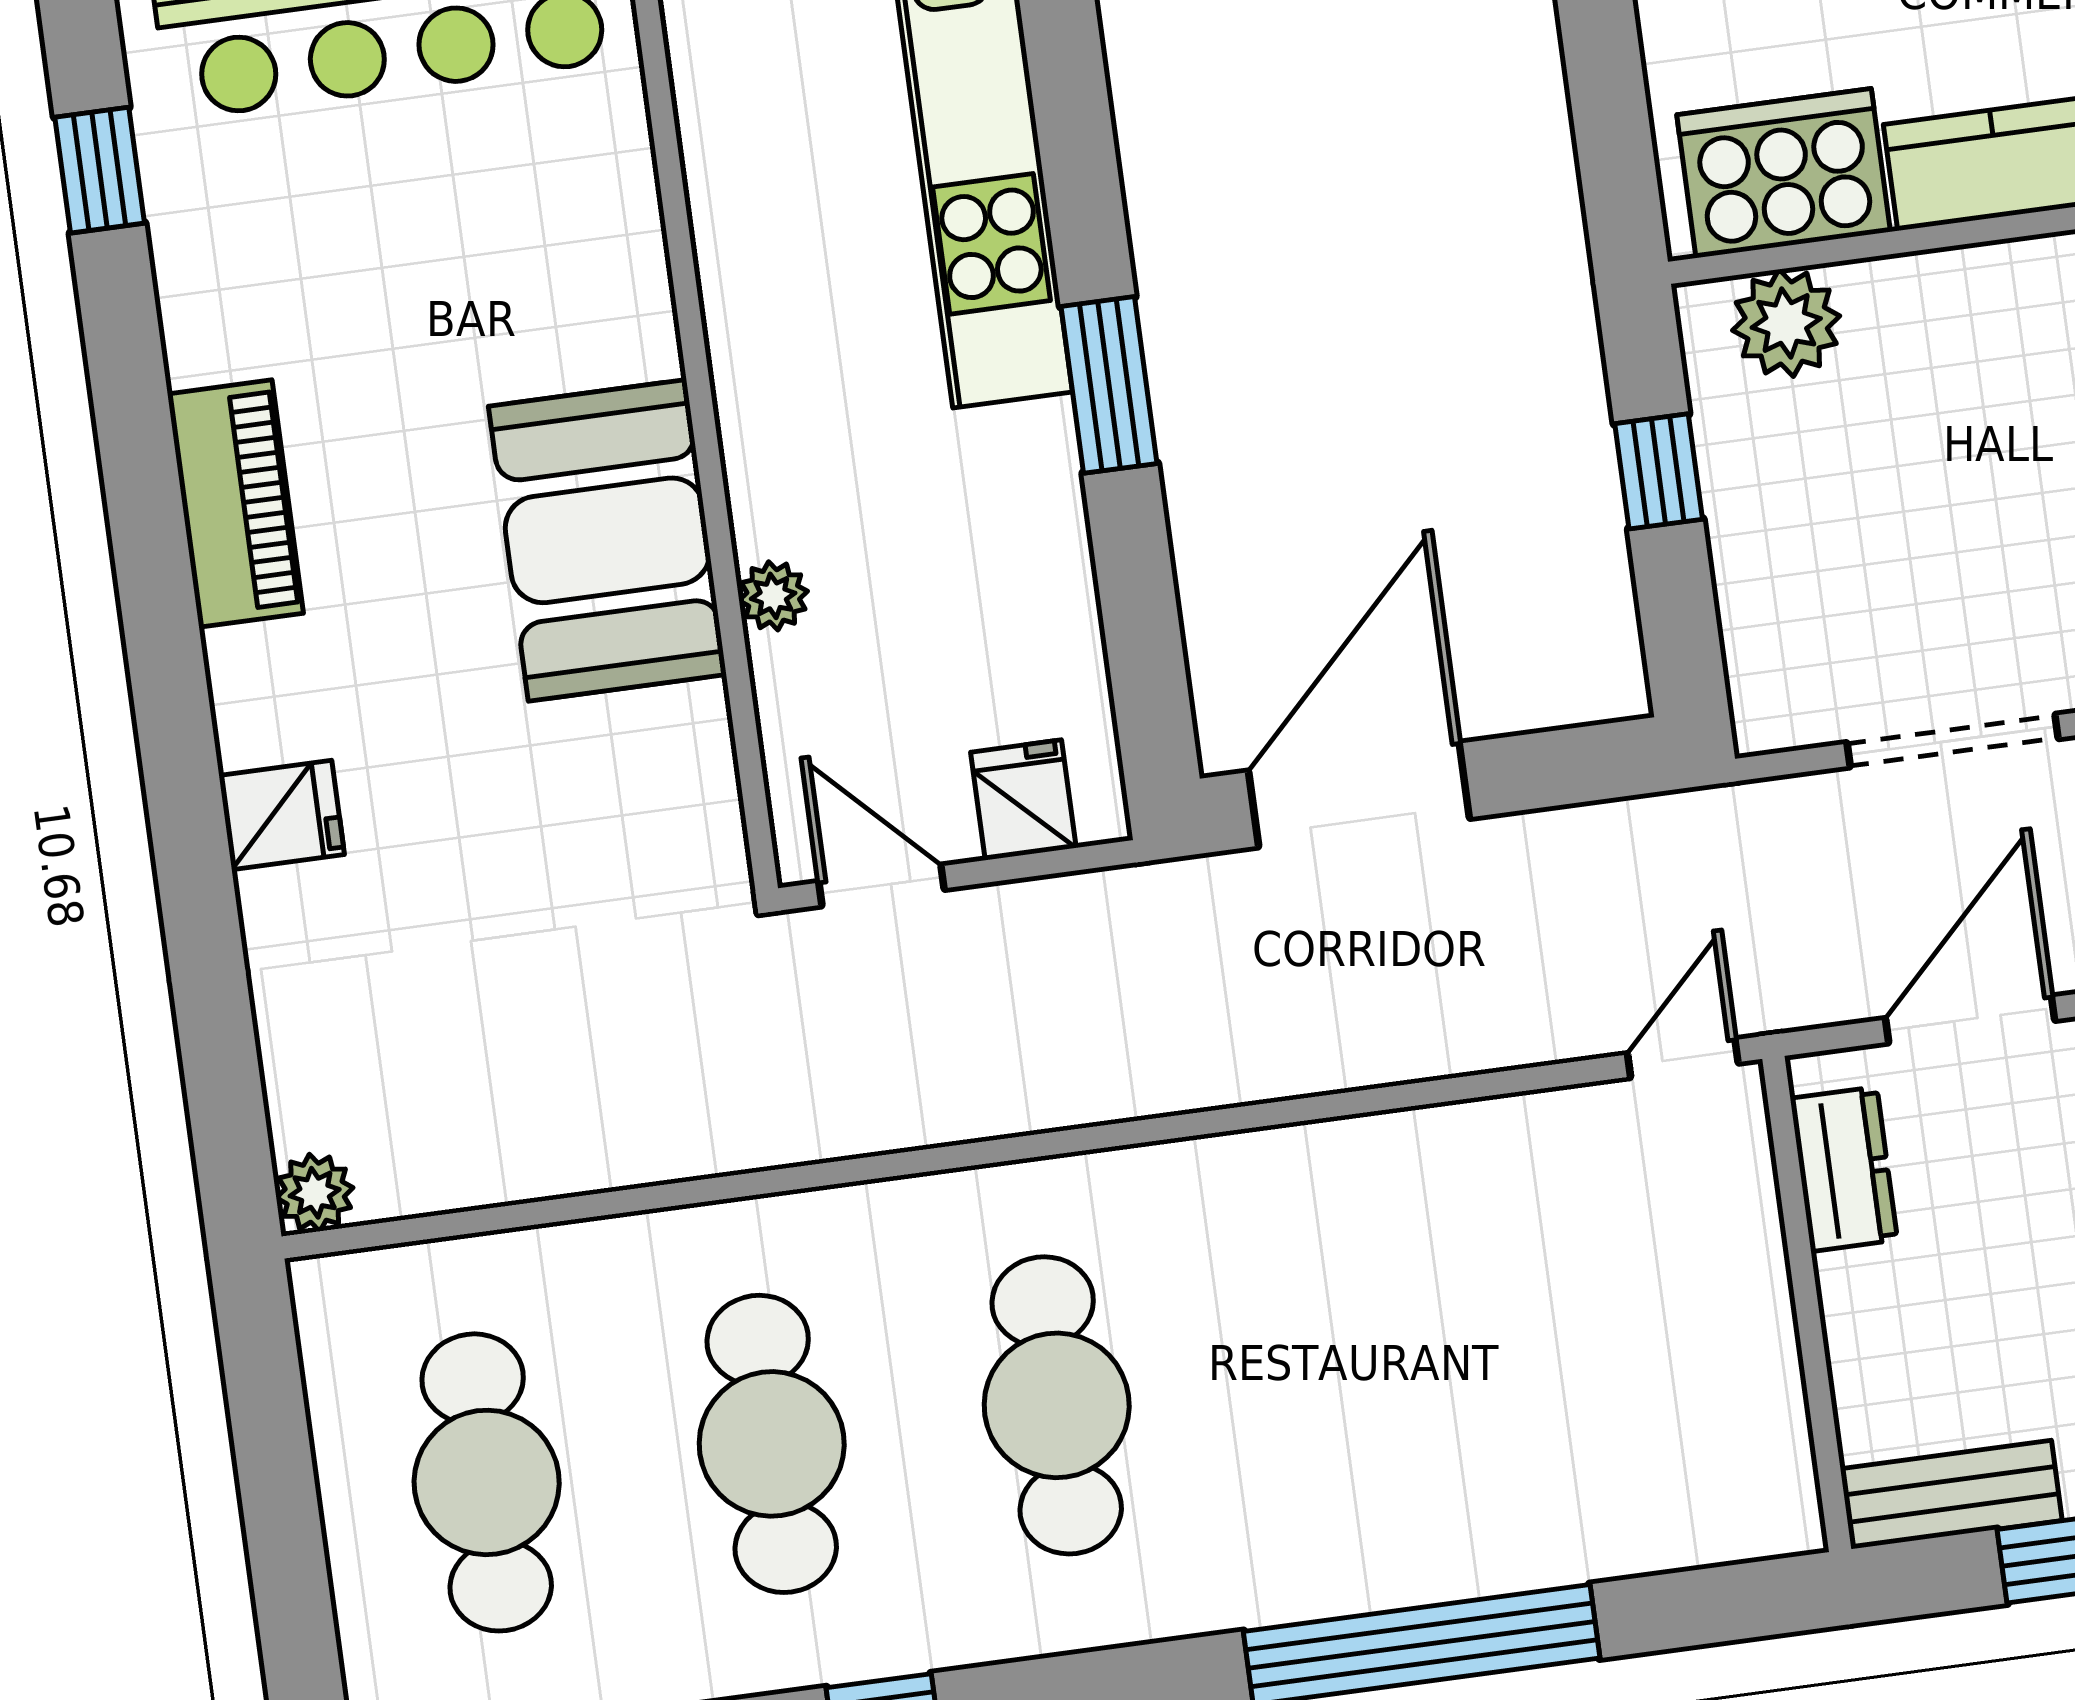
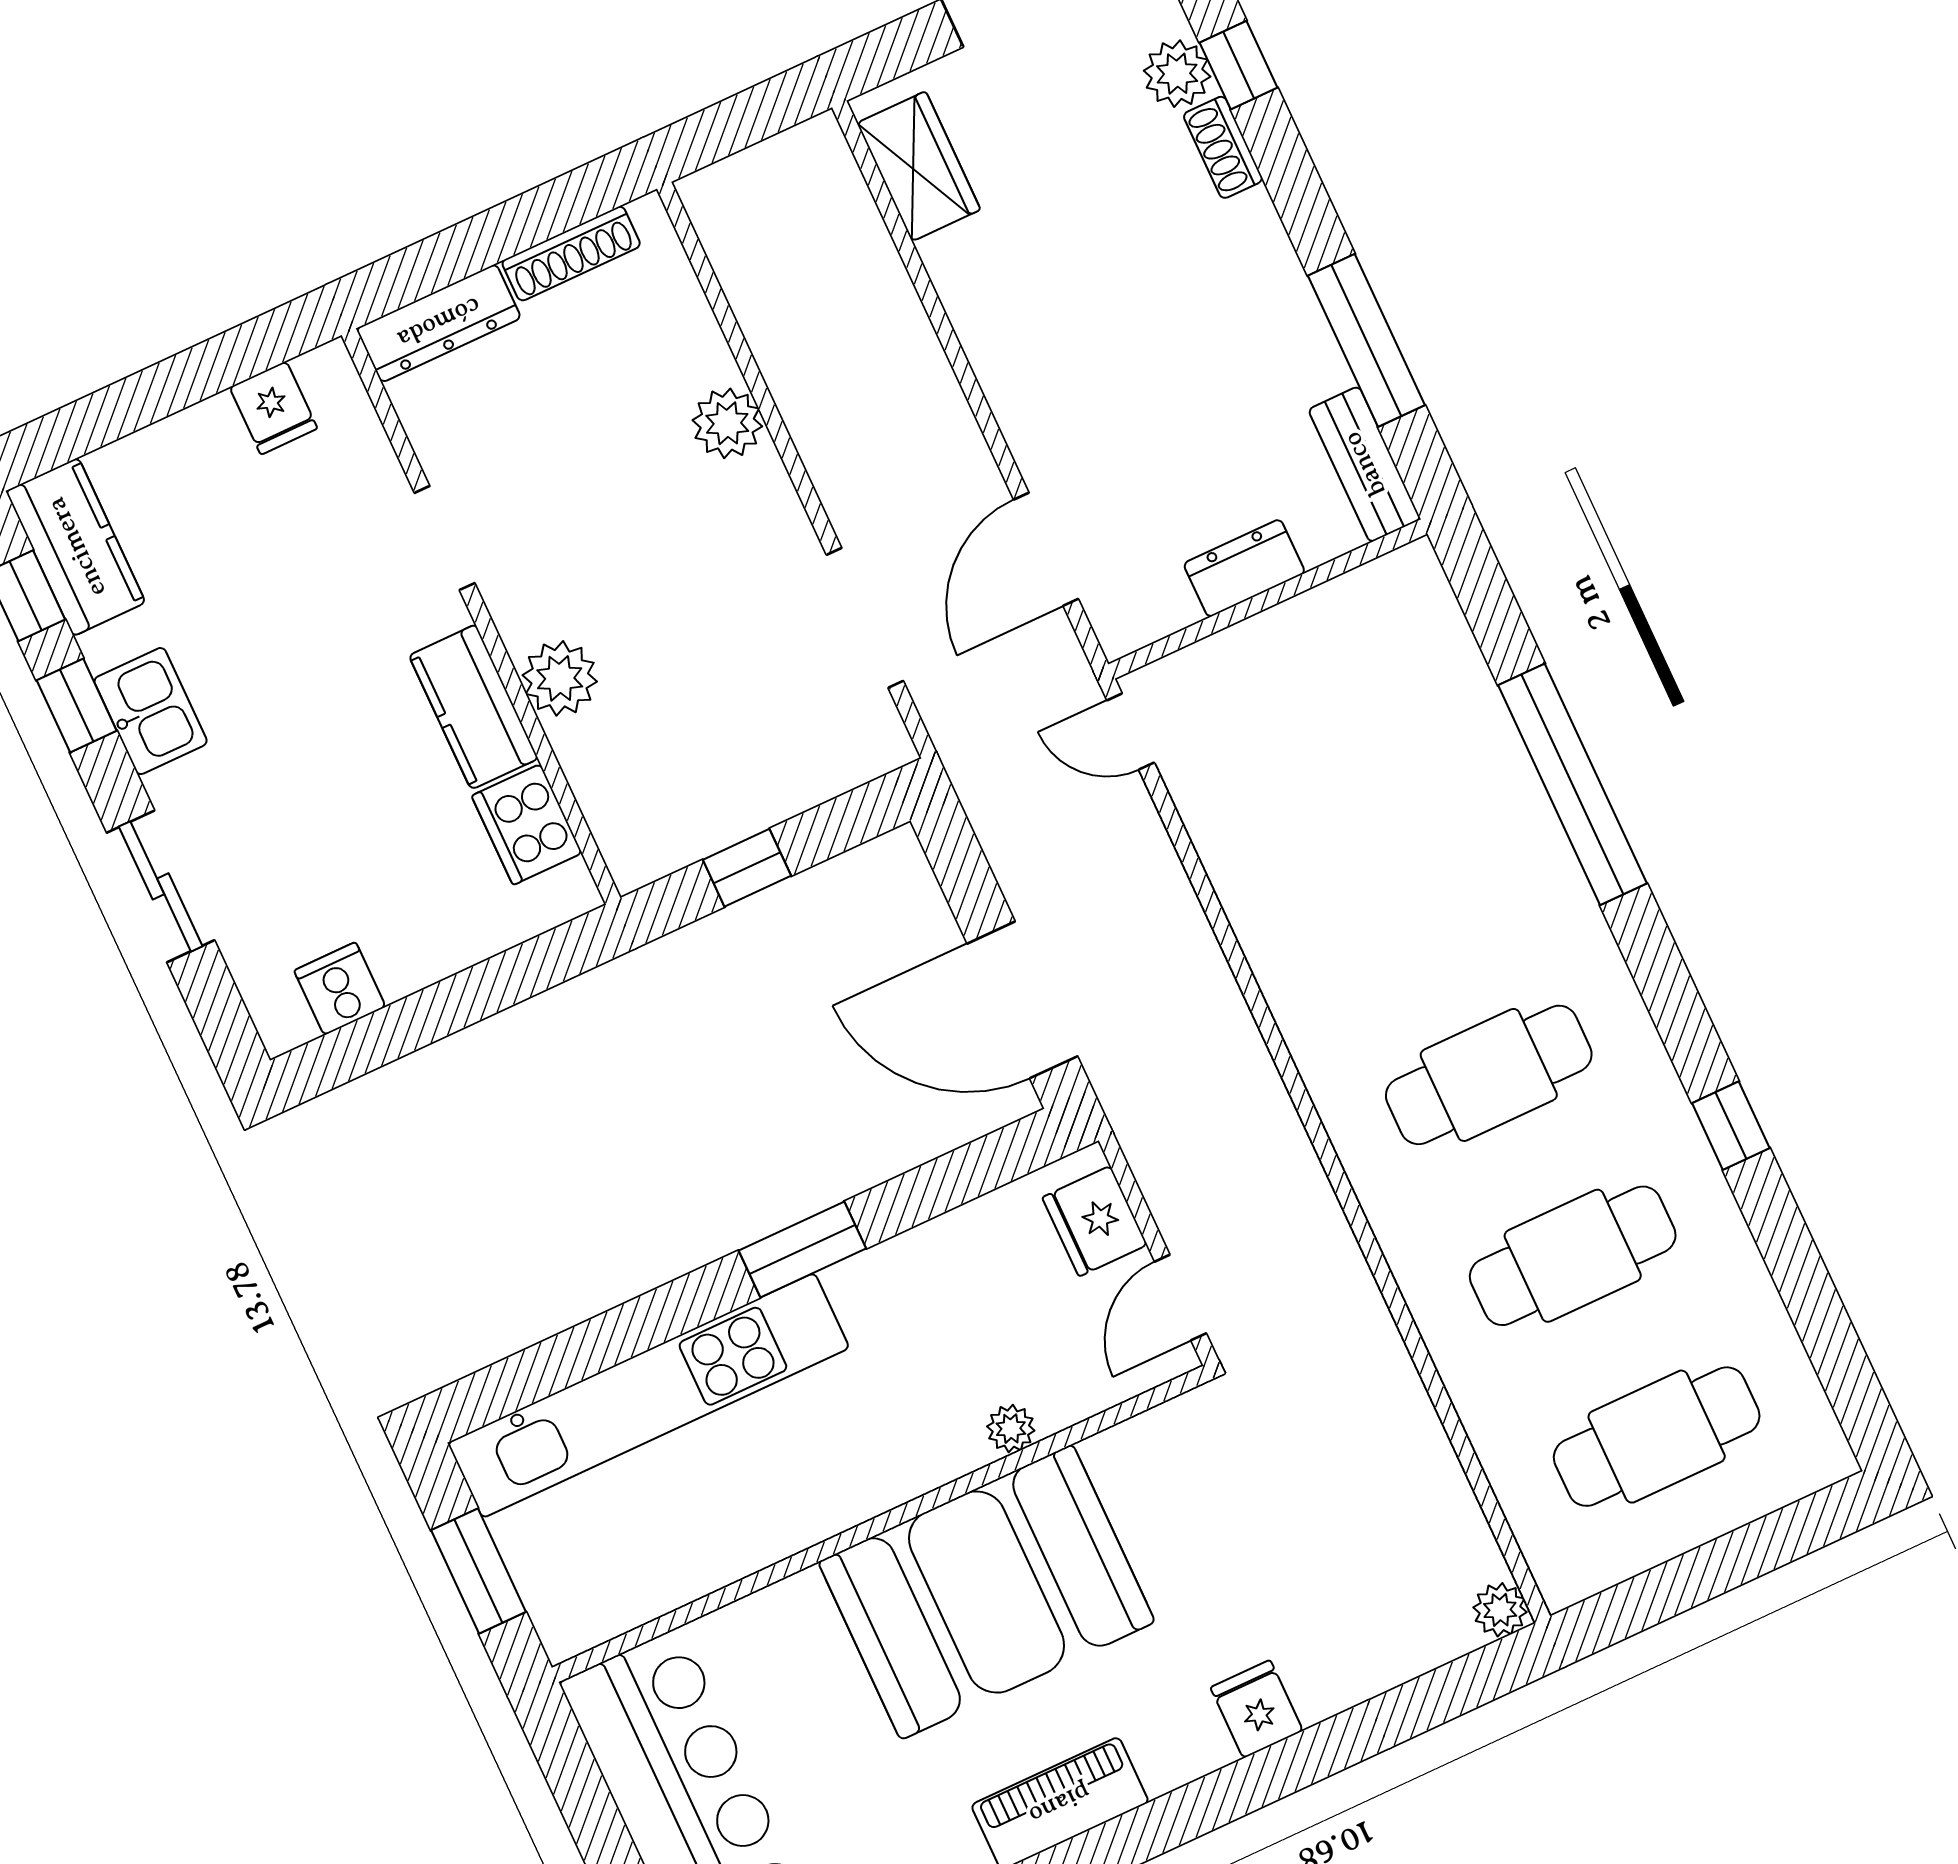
cooker: (1784, 173) -> (527, 824), width x0.73, depth x0.76
plant: (1786, 323) -> (560, 678), moved
booth: (607, 540) -> (987, 1592), width x1.36, depth x1.42
fridge: (1023, 800) -> (1095, 1221), width x1.38
door: (1970, 1019) -> (1046, 549), hinge flipped
dresser: (1844, 1169) -> (1244, 568), moved

